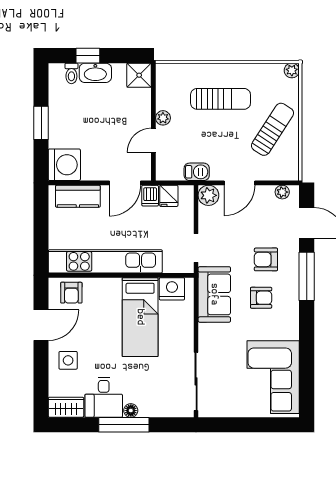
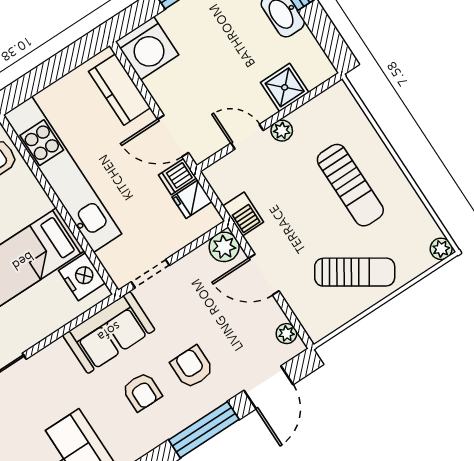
shower: (139, 75) -> (285, 87), moved

